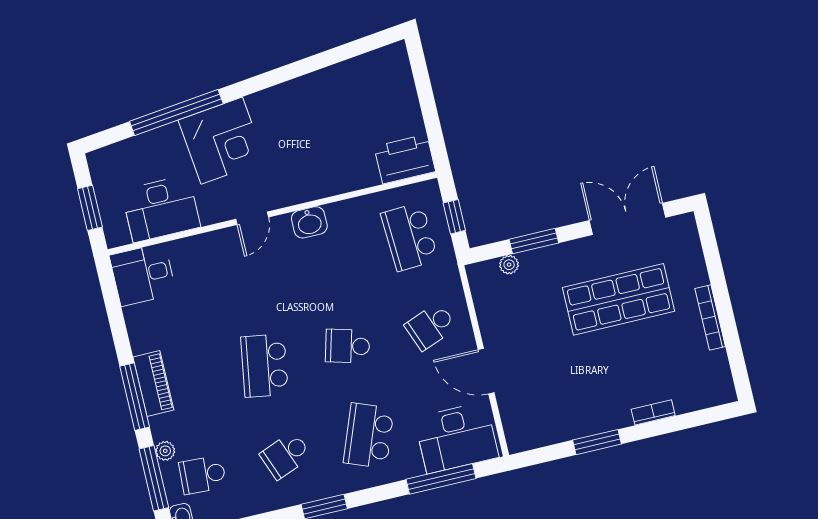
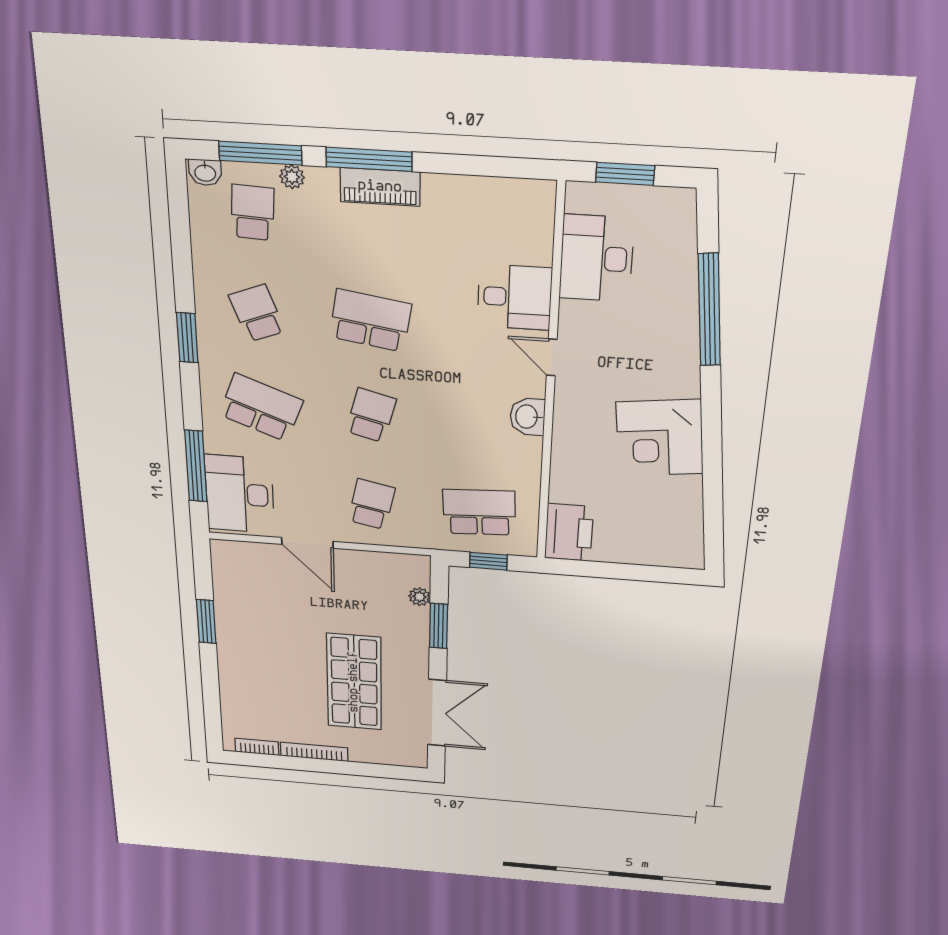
corner desk: (222, 141) -> (660, 438), moved
desk: (143, 274) -> (515, 297), moved, turned 90
school desk: (431, 326) -> (371, 504), turned 33
door: (486, 371) -> (307, 543), swing flipped
bookcase: (653, 412) -> (257, 747), moved, turned -90

